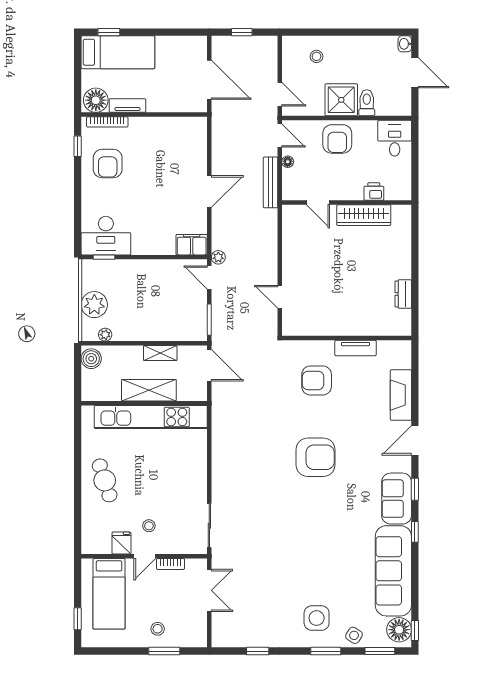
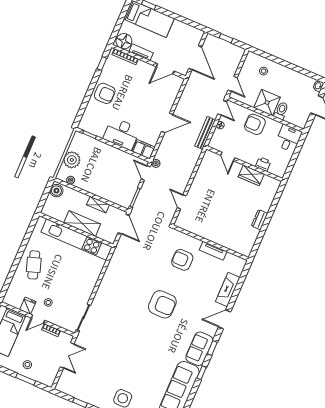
door: (173, 115) -> (165, 69), added
armchair: (337, 139) -> (255, 124), turned 90
armchair: (108, 164) -> (105, 93), moved, turned -90
wardrobe: (364, 215) -> (251, 175), width x0.67
desk: (106, 236) -> (122, 134), moved
dresser: (403, 294) -> (260, 220), moved

